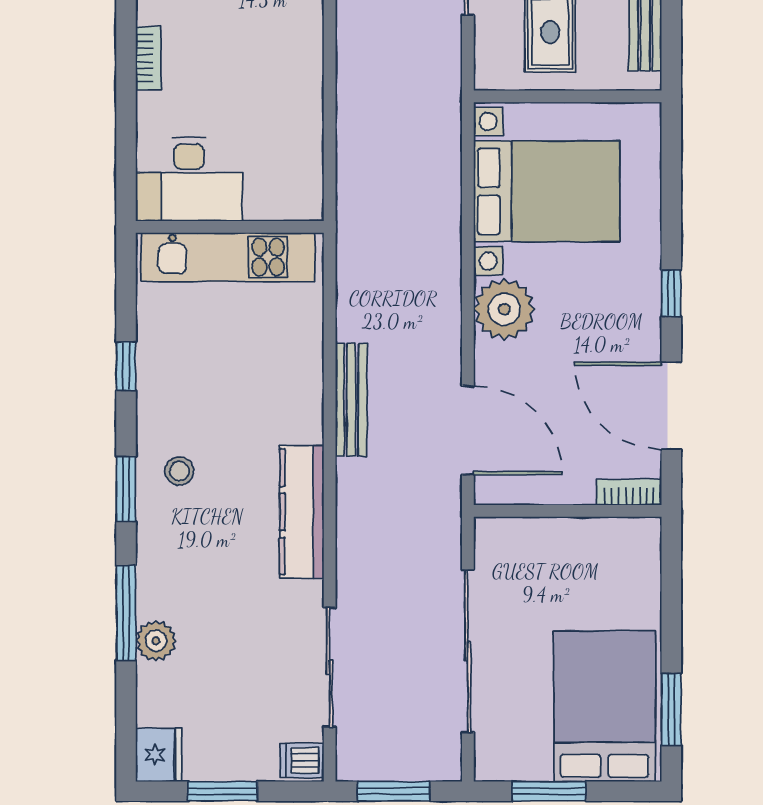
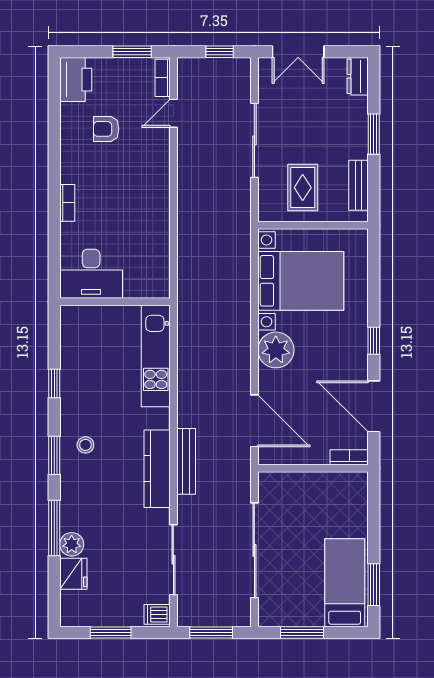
kitchen unit: (228, 257) -> (156, 356), moved, turned 90
bench: (351, 400) -> (186, 461), moved
bed: (605, 706) -> (345, 583), width x0.67
fridge: (159, 755) -> (73, 574), moved

